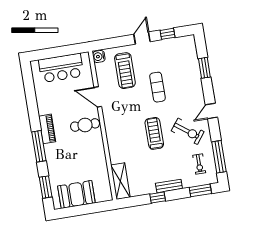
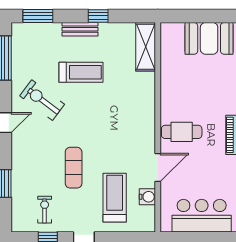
water cooler: (99, 56) -> (147, 197), moved
door: (98, 97) -> (158, 168), hinge flipped
treadmill: (154, 133) -> (81, 72), moved, turned -90
exercise bike: (199, 164) -> (45, 210), moved

